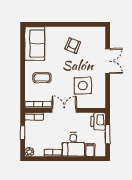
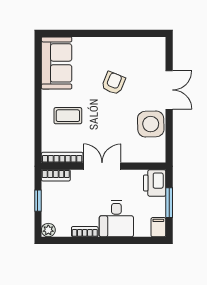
armchair: (73, 46) -> (113, 83), moved
side table: (83, 86) -> (151, 124), moved
filing cabinet: (90, 150) -> (158, 227), moved

